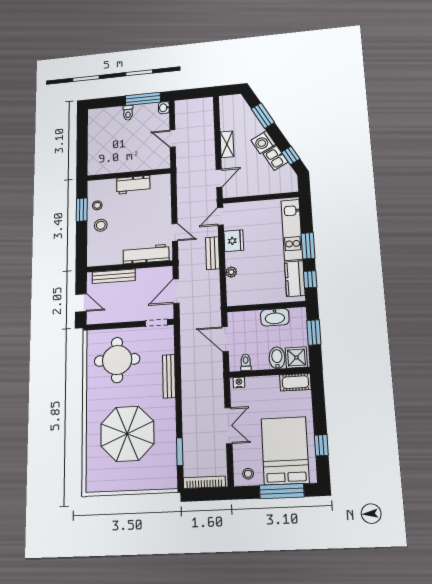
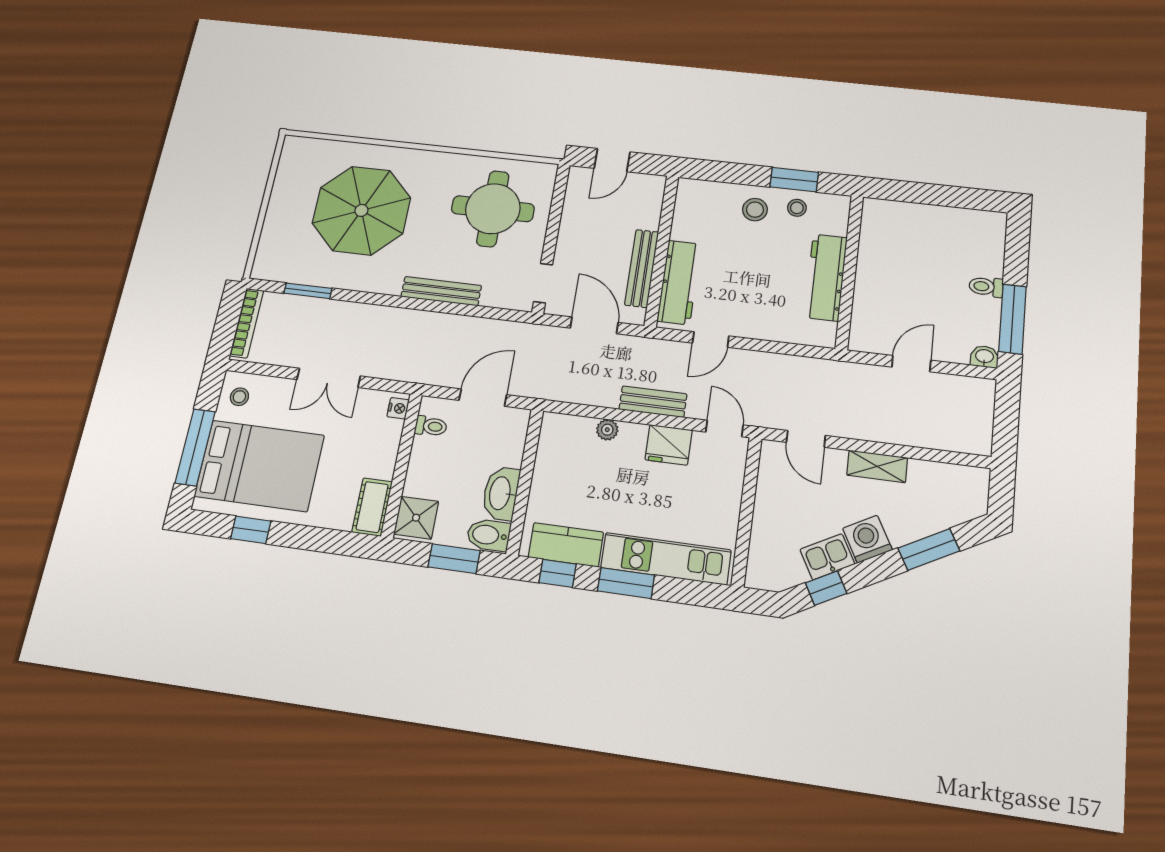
workbench: (133, 185) -> (826, 277), width x1.38
bench: (114, 276) -> (642, 268), moved
bidet: (277, 358) -> (489, 535), moved, turned 180

